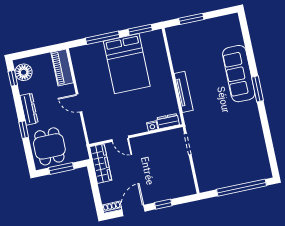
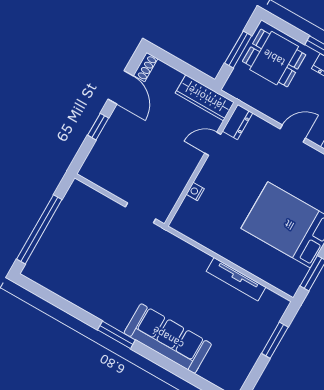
window: (257, 89) -> (116, 335), moved
tv unit: (184, 92) -> (236, 279), moved
dresser: (168, 121) -> (237, 122), moved

